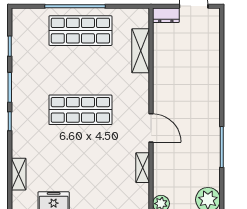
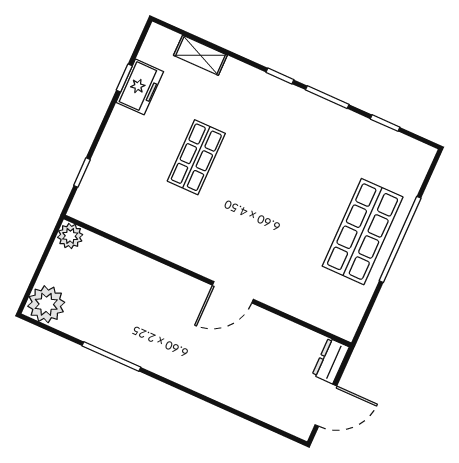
shelving: (141, 51) -> (297, 303), removed
shop shelf: (80, 110) -> (196, 157), moved, width x0.70, depth x0.74
door: (151, 128) -> (233, 292), moved
shelving: (143, 168) -> (132, 233), removed

